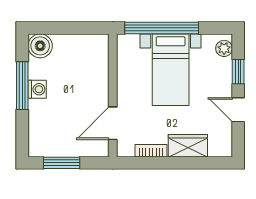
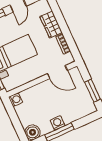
washing machine: (100, 43) -> (16, 100), added

